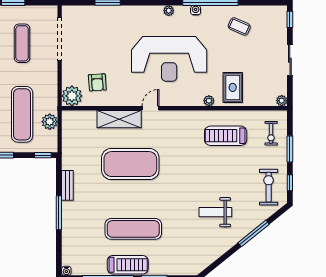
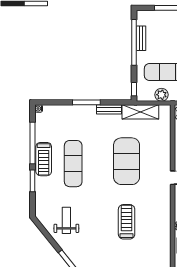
shelving: (119, 119) -> (140, 112), moved, turned 90
treadmill: (226, 136) -> (127, 222), moved
weight bench: (215, 212) -> (66, 220), moved

